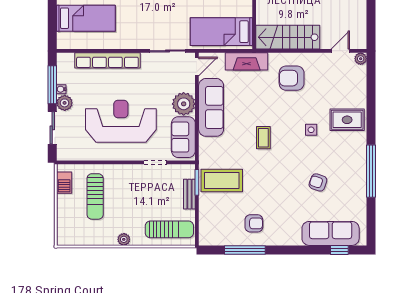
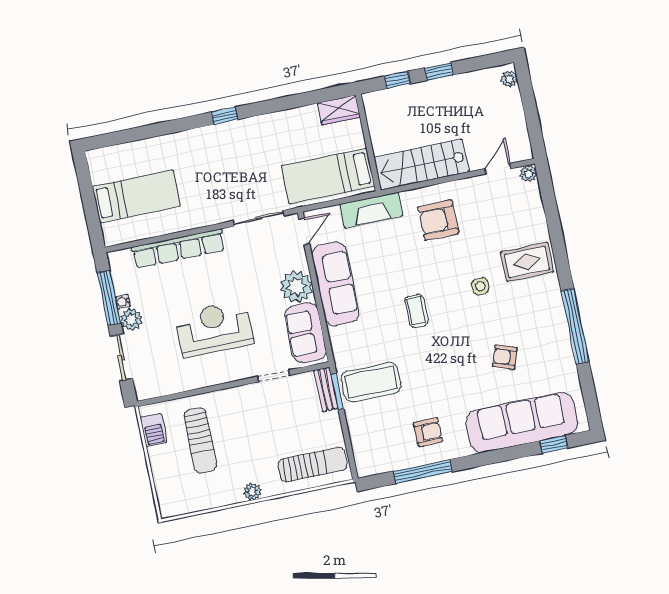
reception desk: (121, 121) -> (214, 329), width x0.74, depth x0.77
bench: (189, 194) -> (326, 389), moved
sofa: (331, 233) -> (522, 422), width x1.36, depth x1.27

